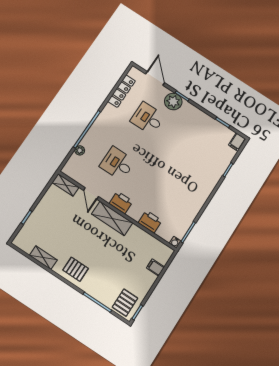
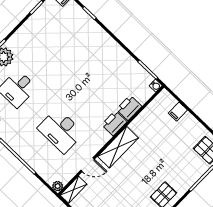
plant: (80, 150) -> (58, 186), moved
desk: (117, 164) -> (61, 131), width x1.37
printer: (121, 202) -> (114, 123), moved

